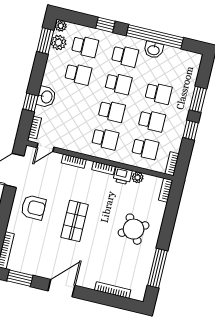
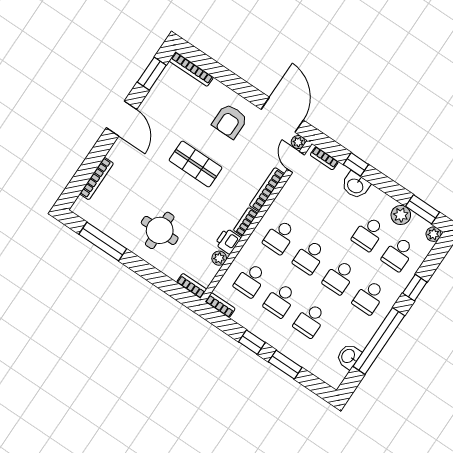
plant: (59, 43) -> (401, 215), moved
washbasin: (154, 50) -> (349, 356), moved
plant: (30, 151) -> (298, 142), added
bookcase: (74, 161) -> (267, 190), width x1.56
round table: (134, 229) -> (160, 230), turned 31

